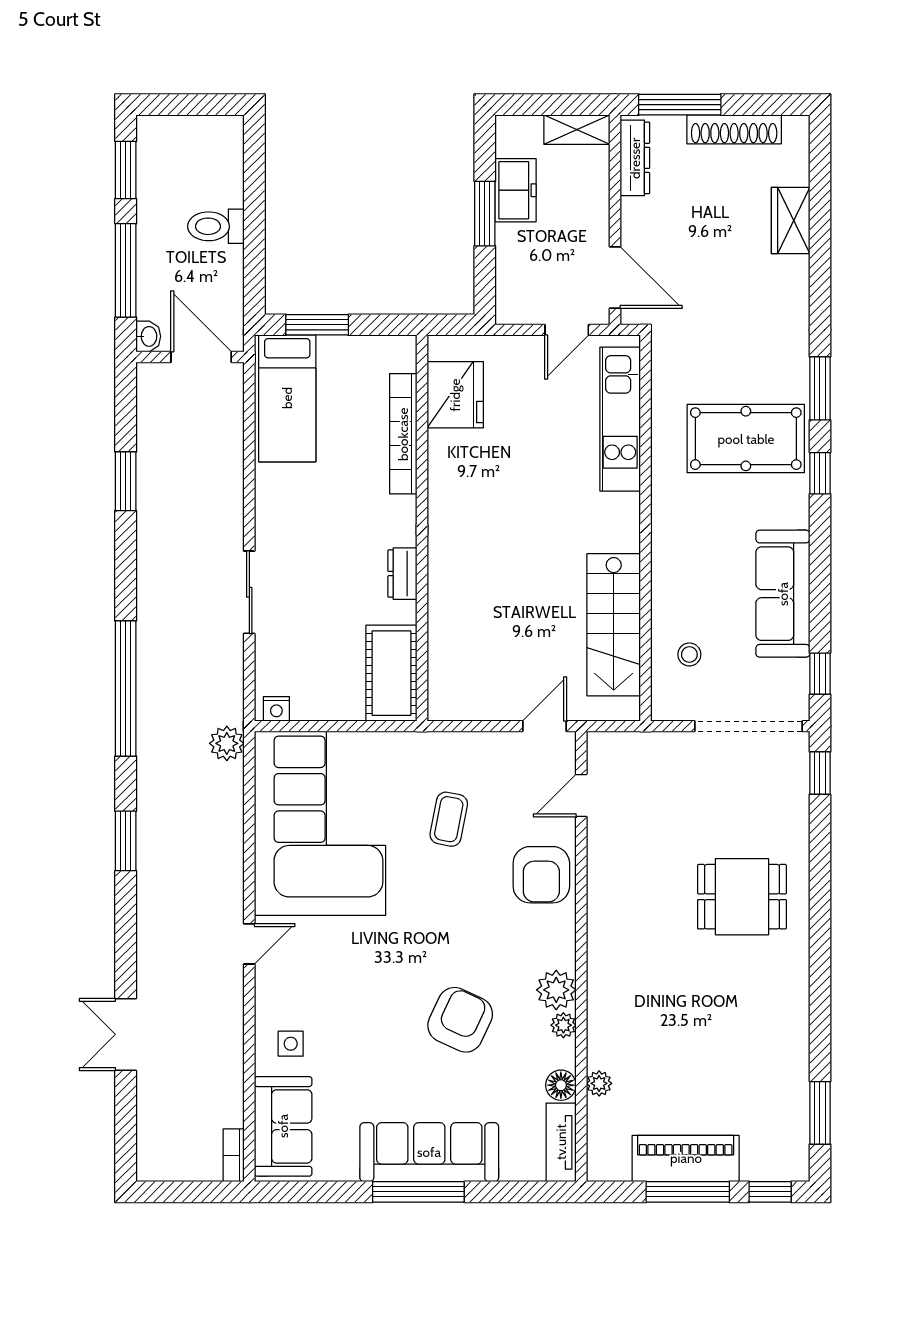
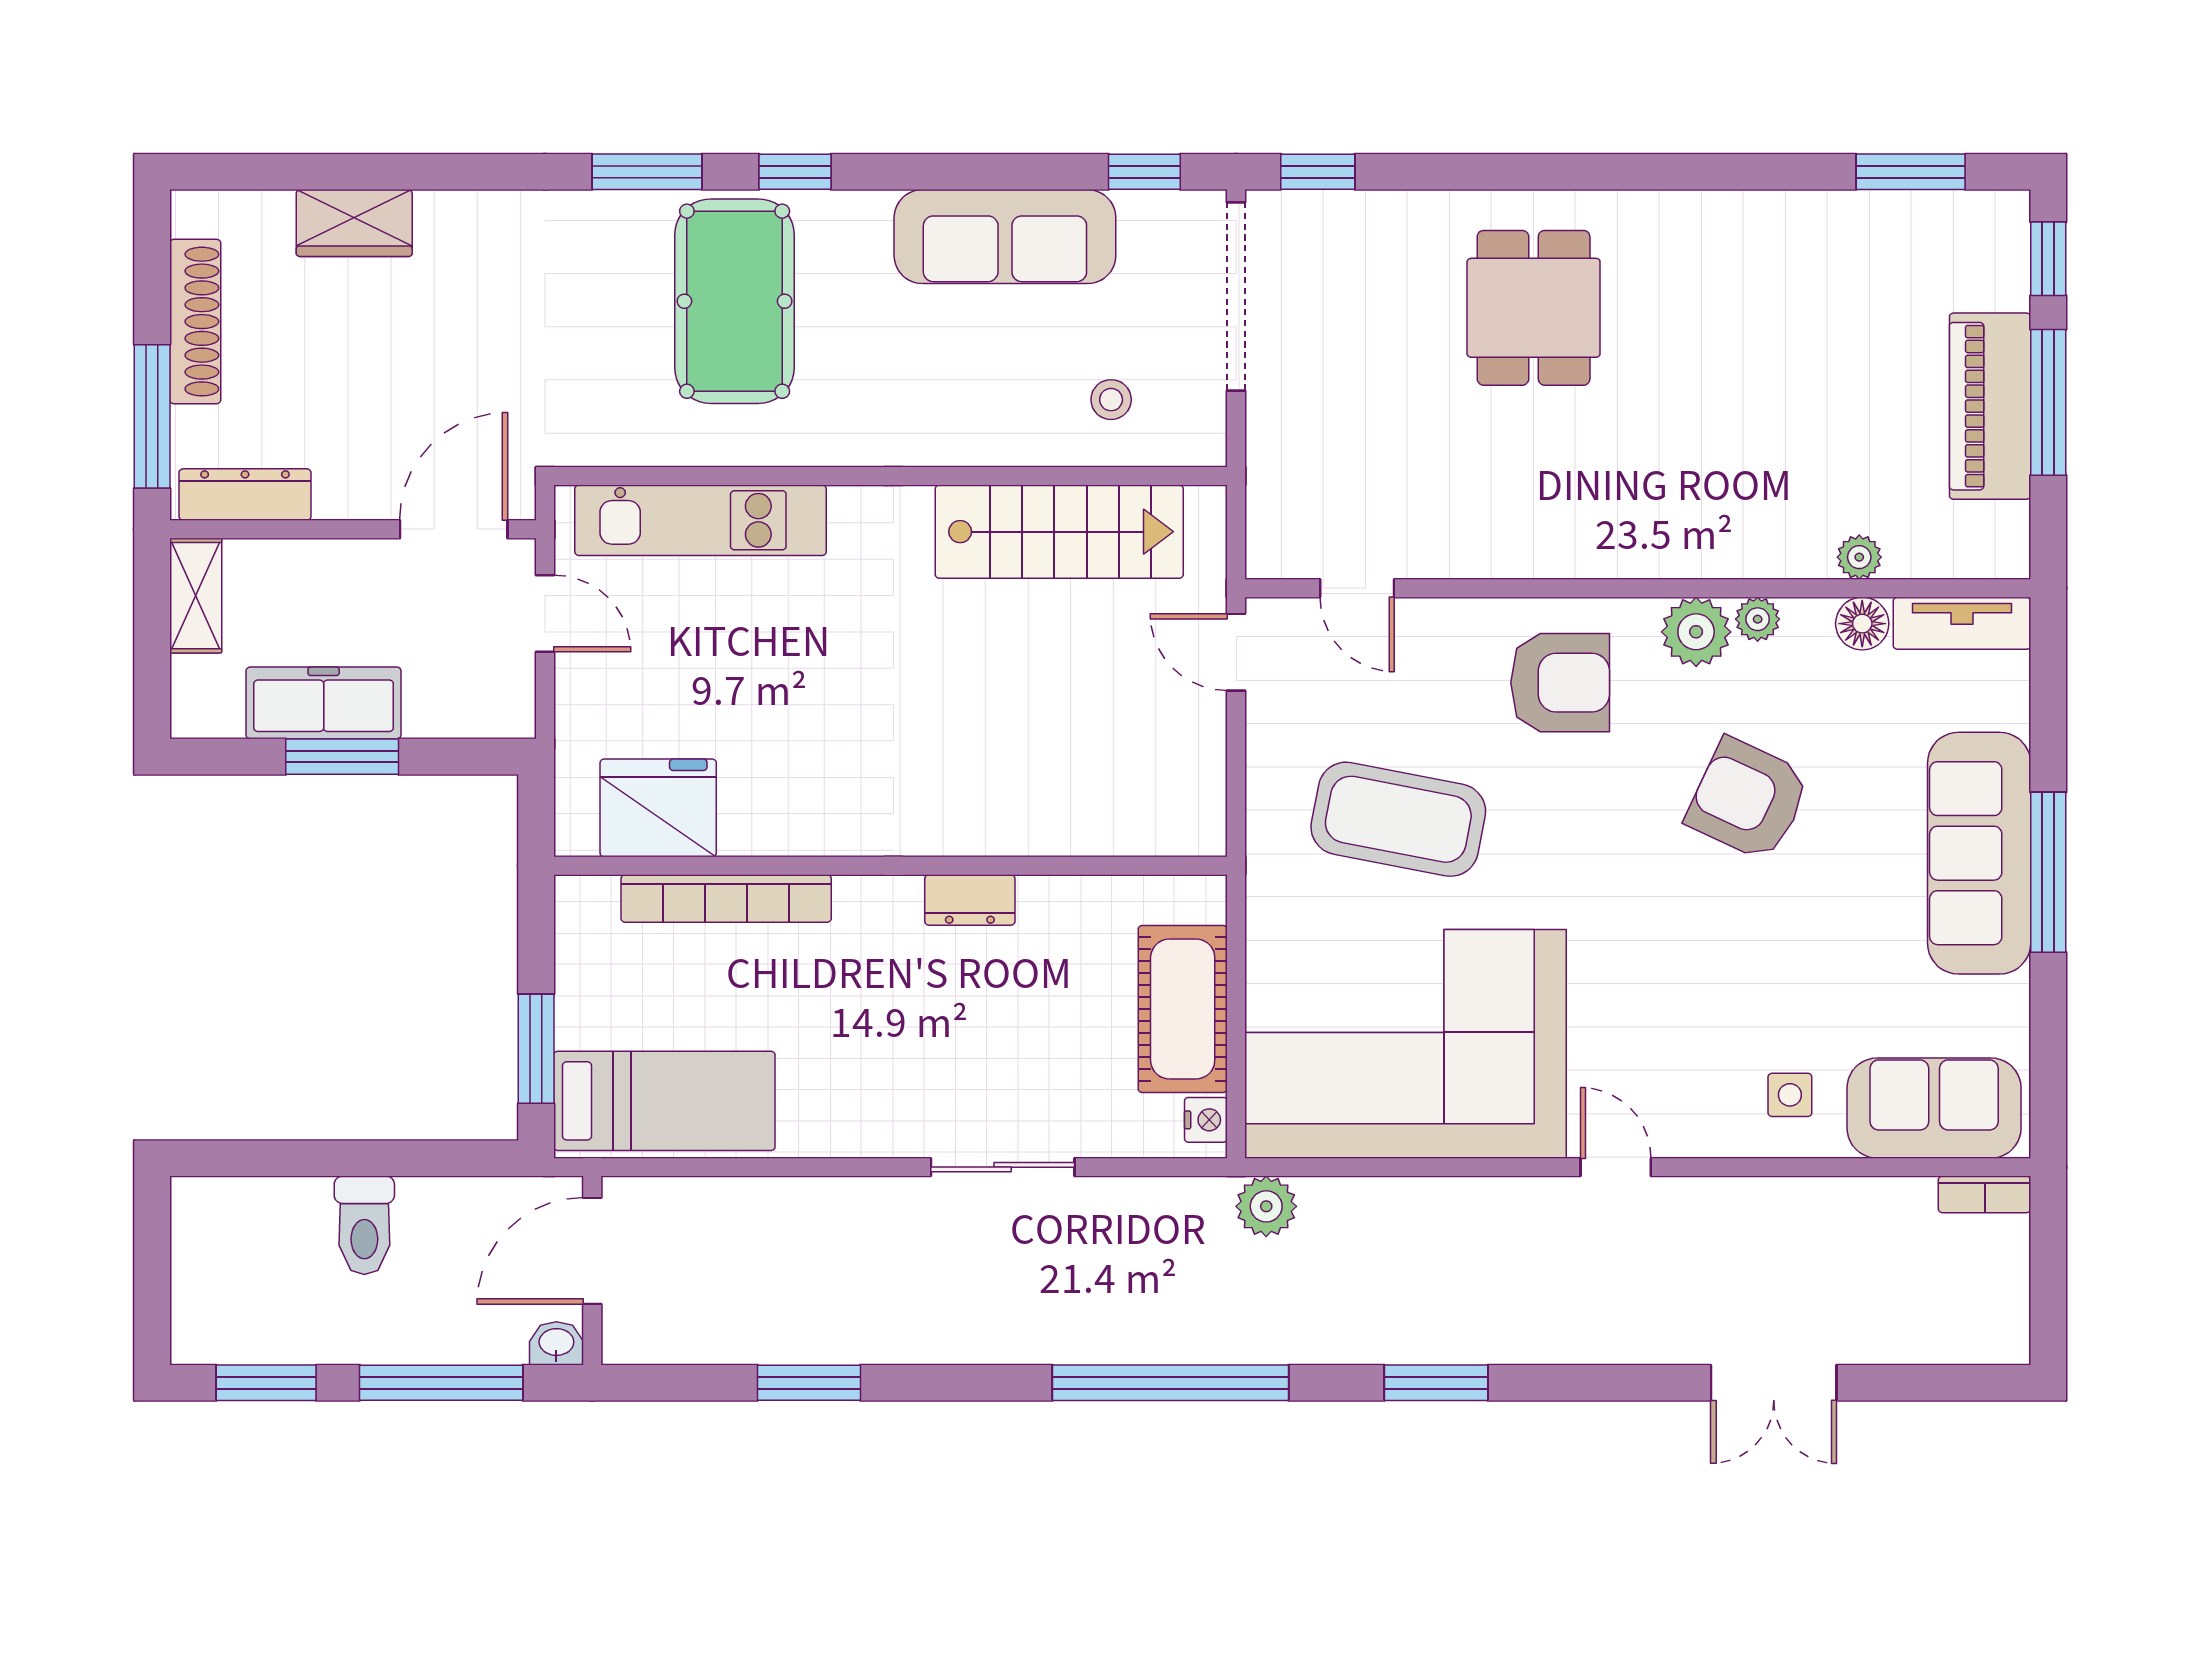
freezer: (515, 190) -> (324, 703), width x1.40
cot: (391, 673) -> (1183, 1009), moved, turned 90
coffee table: (449, 819) -> (1398, 819), width x1.86, depth x1.72
armchair: (541, 875) -> (1560, 683), moved

